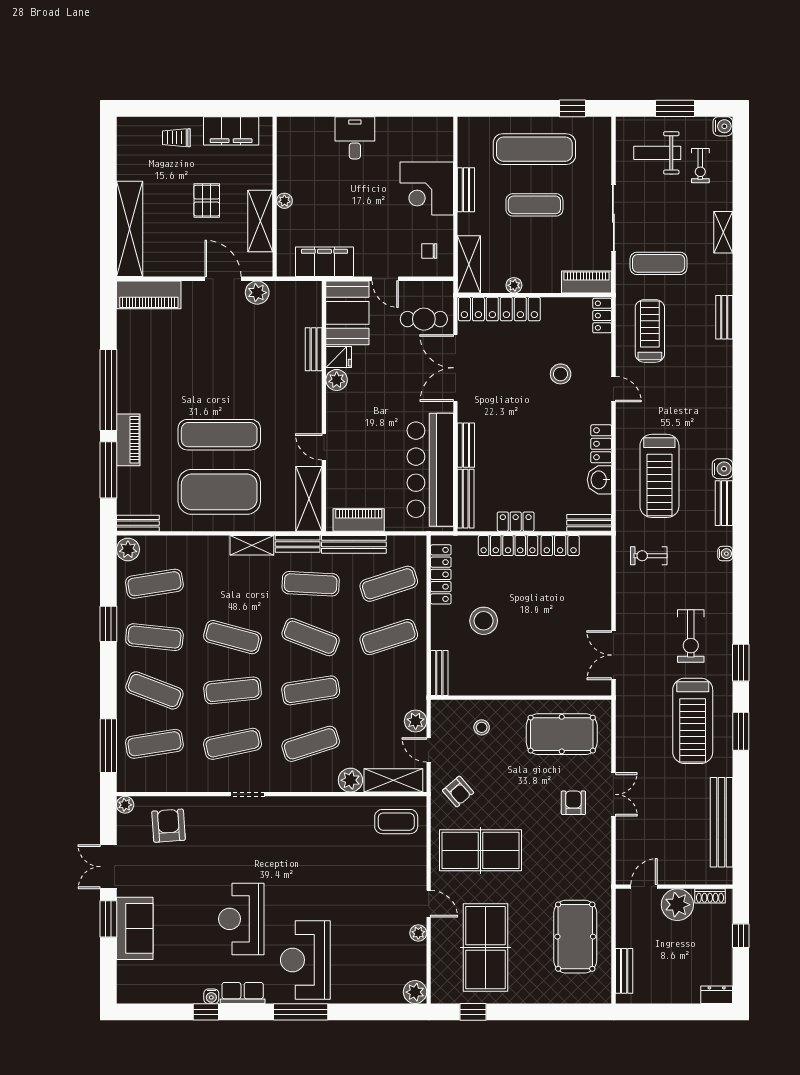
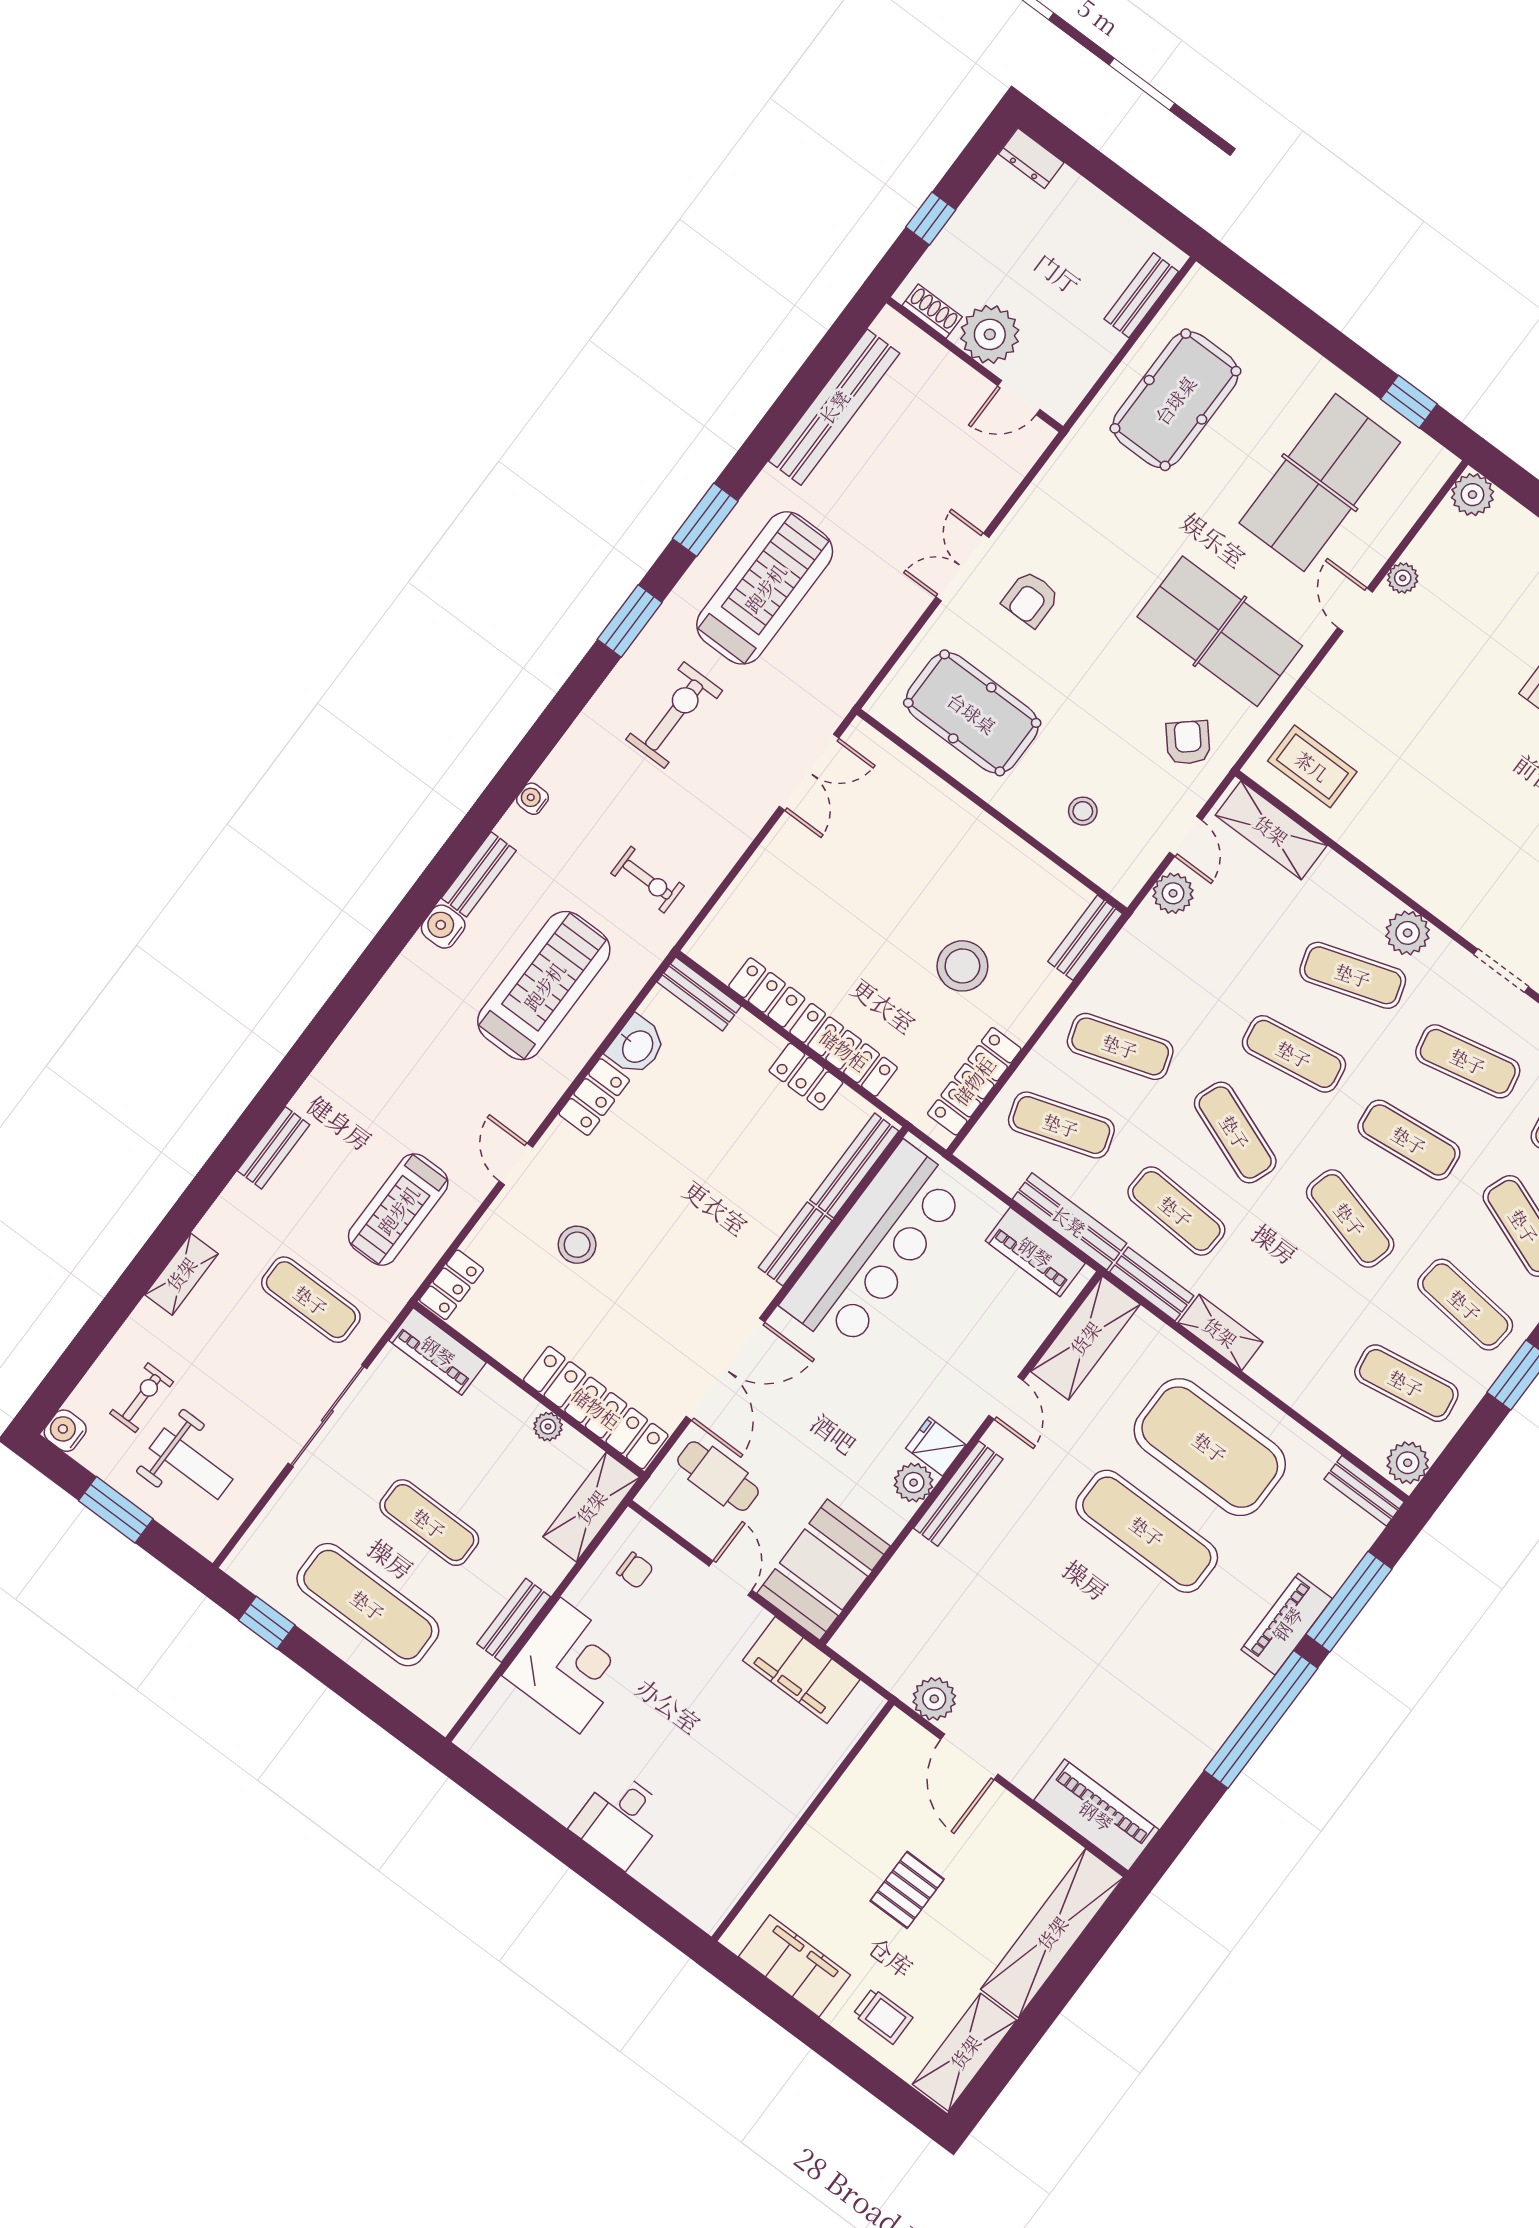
plant: (284, 201) -> (793, 1804), removed
shelving: (260, 221) -> (965, 2052), moved
bench: (314, 349) -> (958, 1494), moved, width x1.36
fridge: (339, 357) -> (936, 1446), moved
plant: (350, 780) -> (1408, 933), moved

